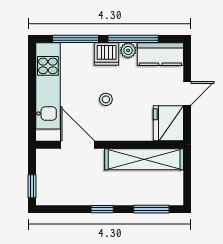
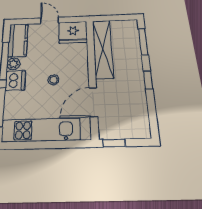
window: (32, 186) -> (114, 143), moved

